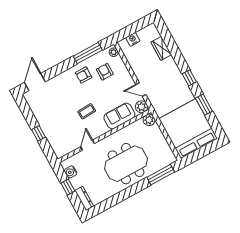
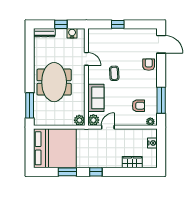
armchair: (84, 75) -> (149, 65), moved

